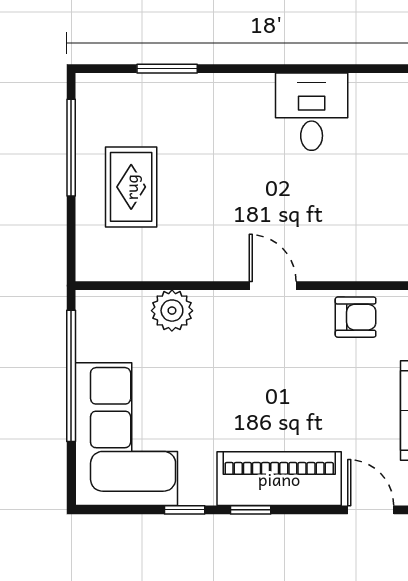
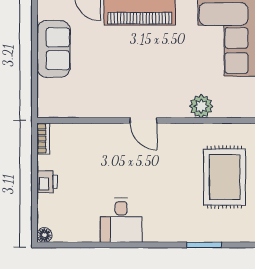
rug: (131, 187) -> (225, 177), width x1.36, depth x1.43
armchair: (356, 317) -> (96, 102), removed

